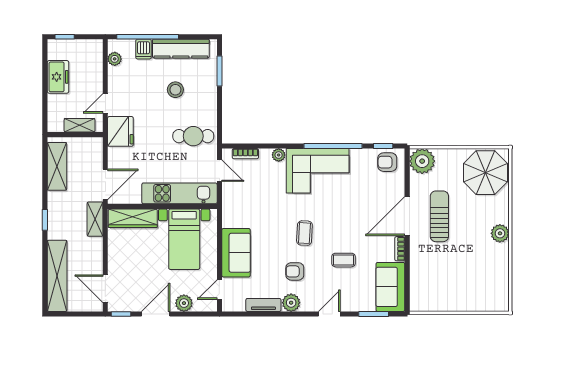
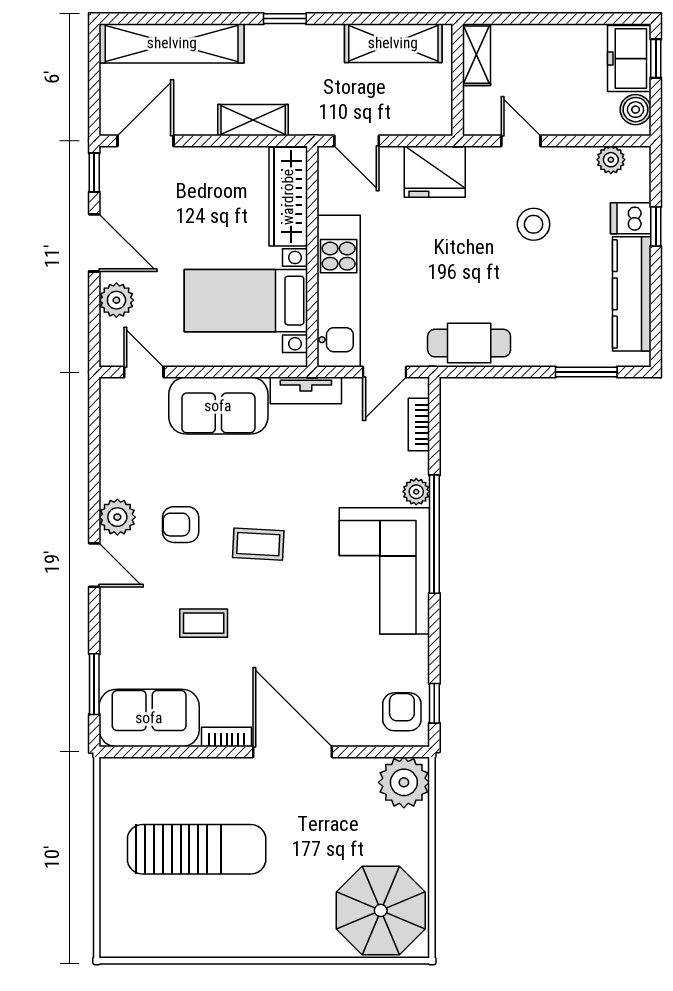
window: (148, 37) -> (656, 227), width x0.32
boiler: (90, 47) -> (636, 110), added
freezer: (58, 77) -> (629, 59), moved, turned 90
stool: (175, 90) -> (534, 224), moved
shelving: (80, 125) -> (476, 55), moved
fridge: (120, 131) -> (435, 172), moved
cafe table: (193, 136) -> (469, 343), moved, turned 90
window: (333, 146) -> (434, 534), moved
door: (105, 184) -> (357, 141), width x0.73
sun lounger: (439, 216) -> (197, 849), moved, width x1.36, depth x1.34
shelving: (95, 219) -> (253, 120), moved
plant: (500, 233) -> (258, 940), removed
coffee table: (344, 260) -> (204, 623), turned 90
armchair: (295, 271) -> (181, 525), turned -90
tv unit: (263, 305) -> (306, 390), moved, turned 90
door: (329, 314) -> (94, 565), moved

